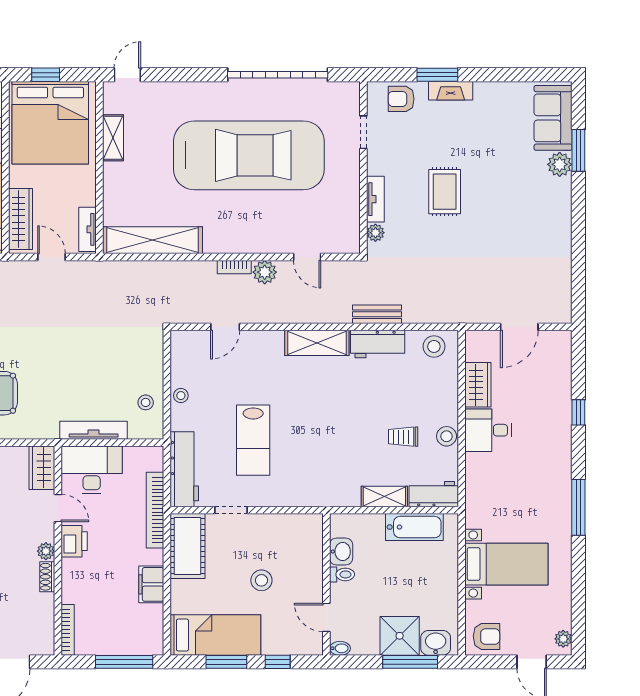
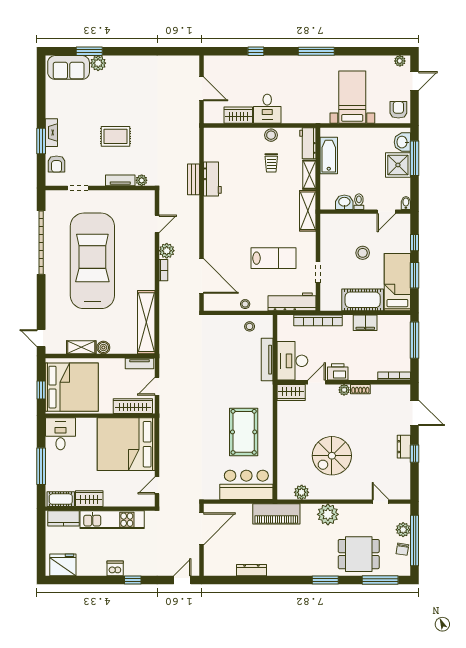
boiler: (113, 173) -> (103, 348), added
door: (225, 327) -> (201, 276), width x1.87
shelving: (317, 343) -> (308, 211), moved
stool: (434, 346) -> (214, 143), removed
cot: (188, 546) -> (363, 300), moved

